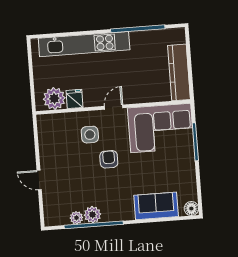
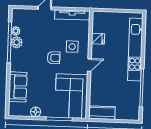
kitchen counter: (179, 72) -> (102, 113), width x0.67
plant: (54, 98) -> (100, 25), removed
door: (114, 107) -> (89, 65), hinge flipped
tv unit: (45, 140) -> (72, 15), added
floor lamp: (191, 209) -> (36, 112), moved

